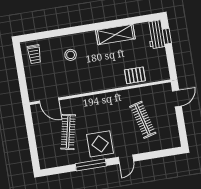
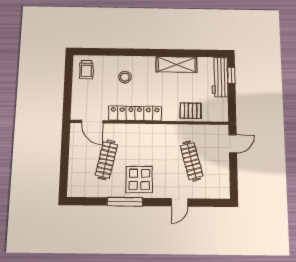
workbench: (156, 34) -> (220, 77), width x1.37
locker: (86, 86) -> (135, 113), added
door: (126, 159) -> (180, 202), moved

